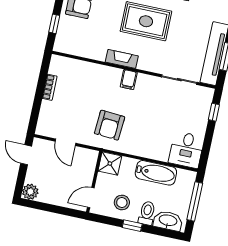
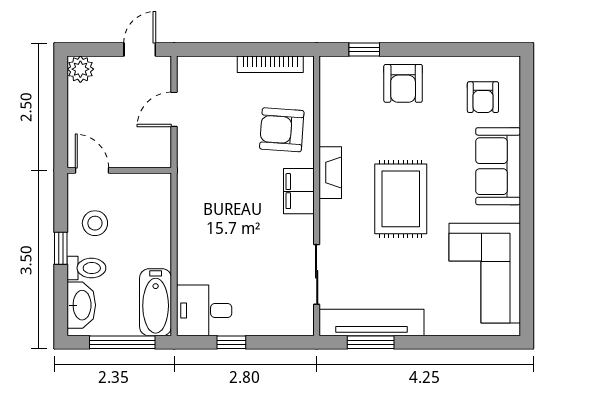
filing cabinet: (129, 80) -> (299, 191), width x2.00
bookcase: (50, 87) -> (270, 64), width x1.56
window: (214, 112) -> (231, 342), moved
armchair: (110, 125) -> (282, 130), moved
shower: (110, 163) -> (155, 190), removed
bathtub: (156, 173) -> (156, 302), moved

